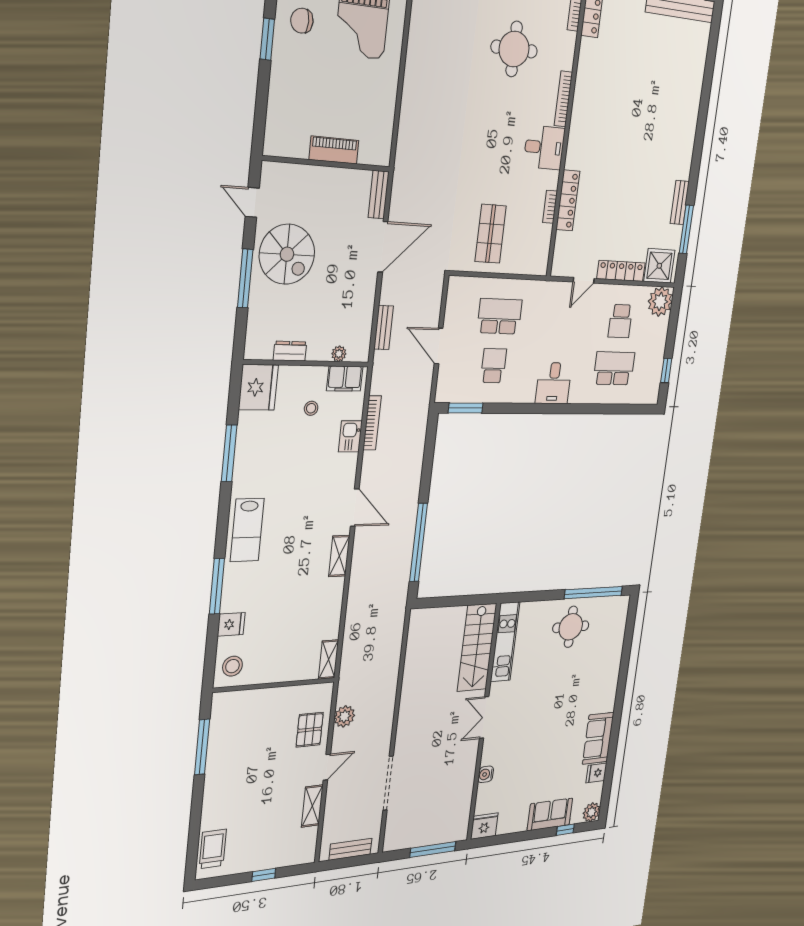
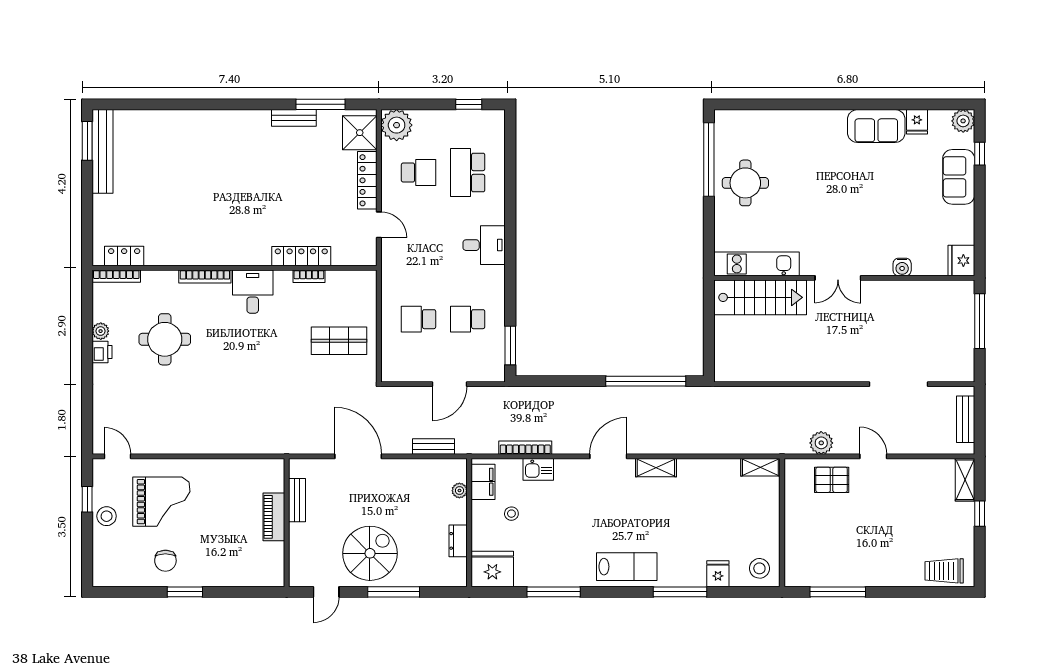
bench: (379, 195) -> (297, 500), moved, turned 90
school desk: (500, 316) -> (419, 319), width x0.54
shelving: (312, 806) -> (965, 480), moved, turned 90

